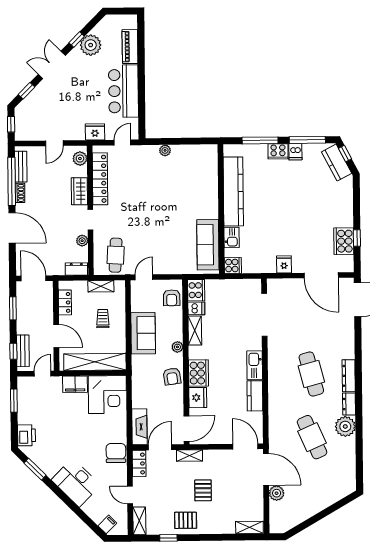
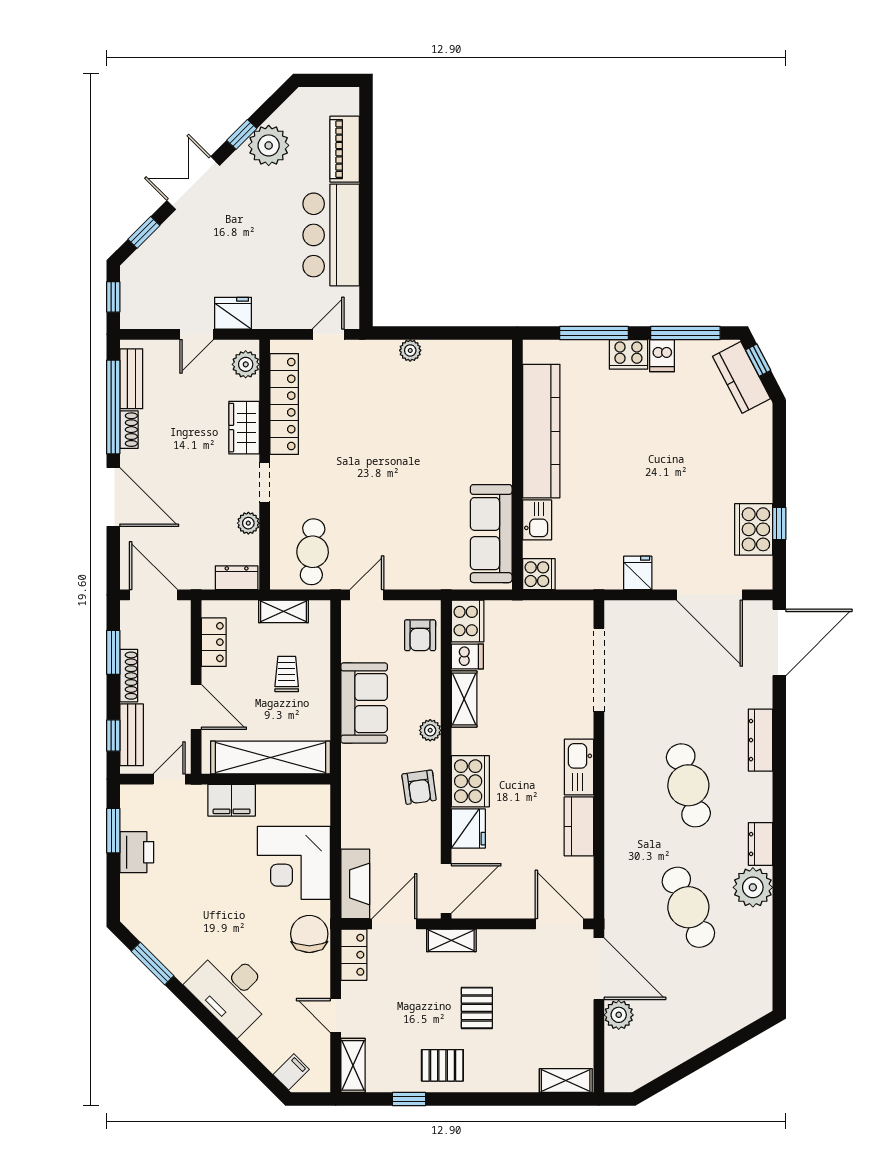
fridge: (95, 132) -> (233, 313), moved
shoe rack: (21, 320) -> (129, 676), added
dresser: (349, 376) -> (760, 740), moved
corner desk: (107, 395) -> (294, 863), moved, turned 90
printer: (26, 435) -> (137, 852), moved

